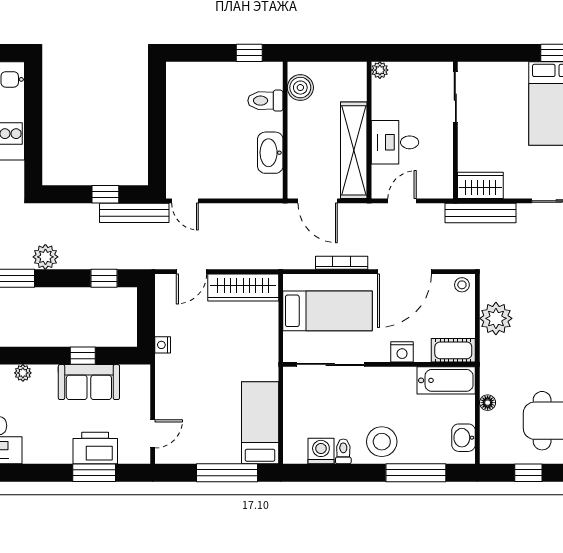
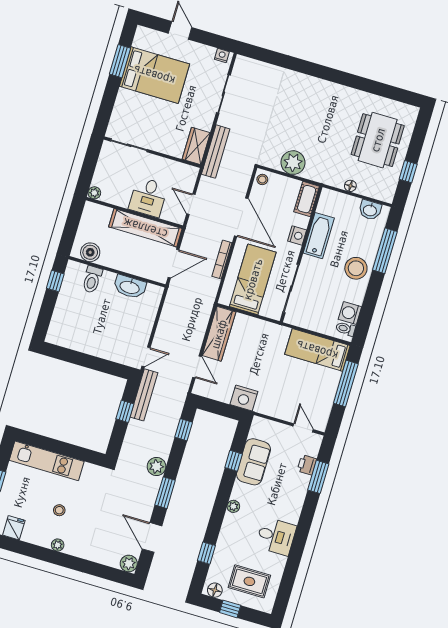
nightstand: (163, 345) -> (244, 398), width x1.89, depth x1.79
bathtub: (446, 380) -> (319, 236), moved
printer: (95, 448) -> (307, 465), width x0.53, depth x0.68
toilet: (343, 451) -> (346, 329), moved

